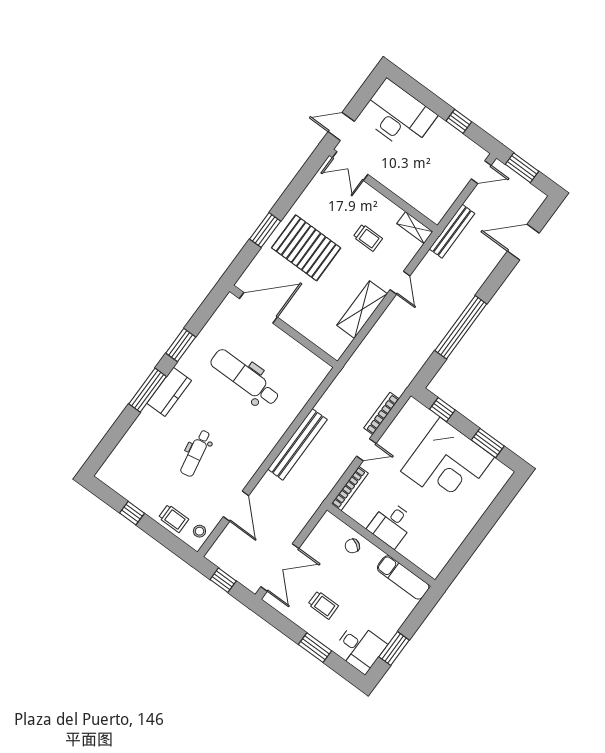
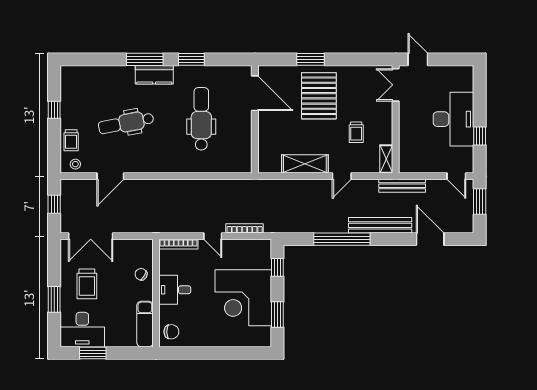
desk: (398, 116) -> (453, 119), moved
bench: (297, 444) -> (380, 225), moved
dental chair: (196, 453) -> (126, 123), width x1.36, depth x1.38
chair: (429, 557) -> (171, 332), added
trolley: (323, 605) -> (87, 284), width x1.36, depth x1.39
desk: (360, 648) -> (82, 330), width x1.37

